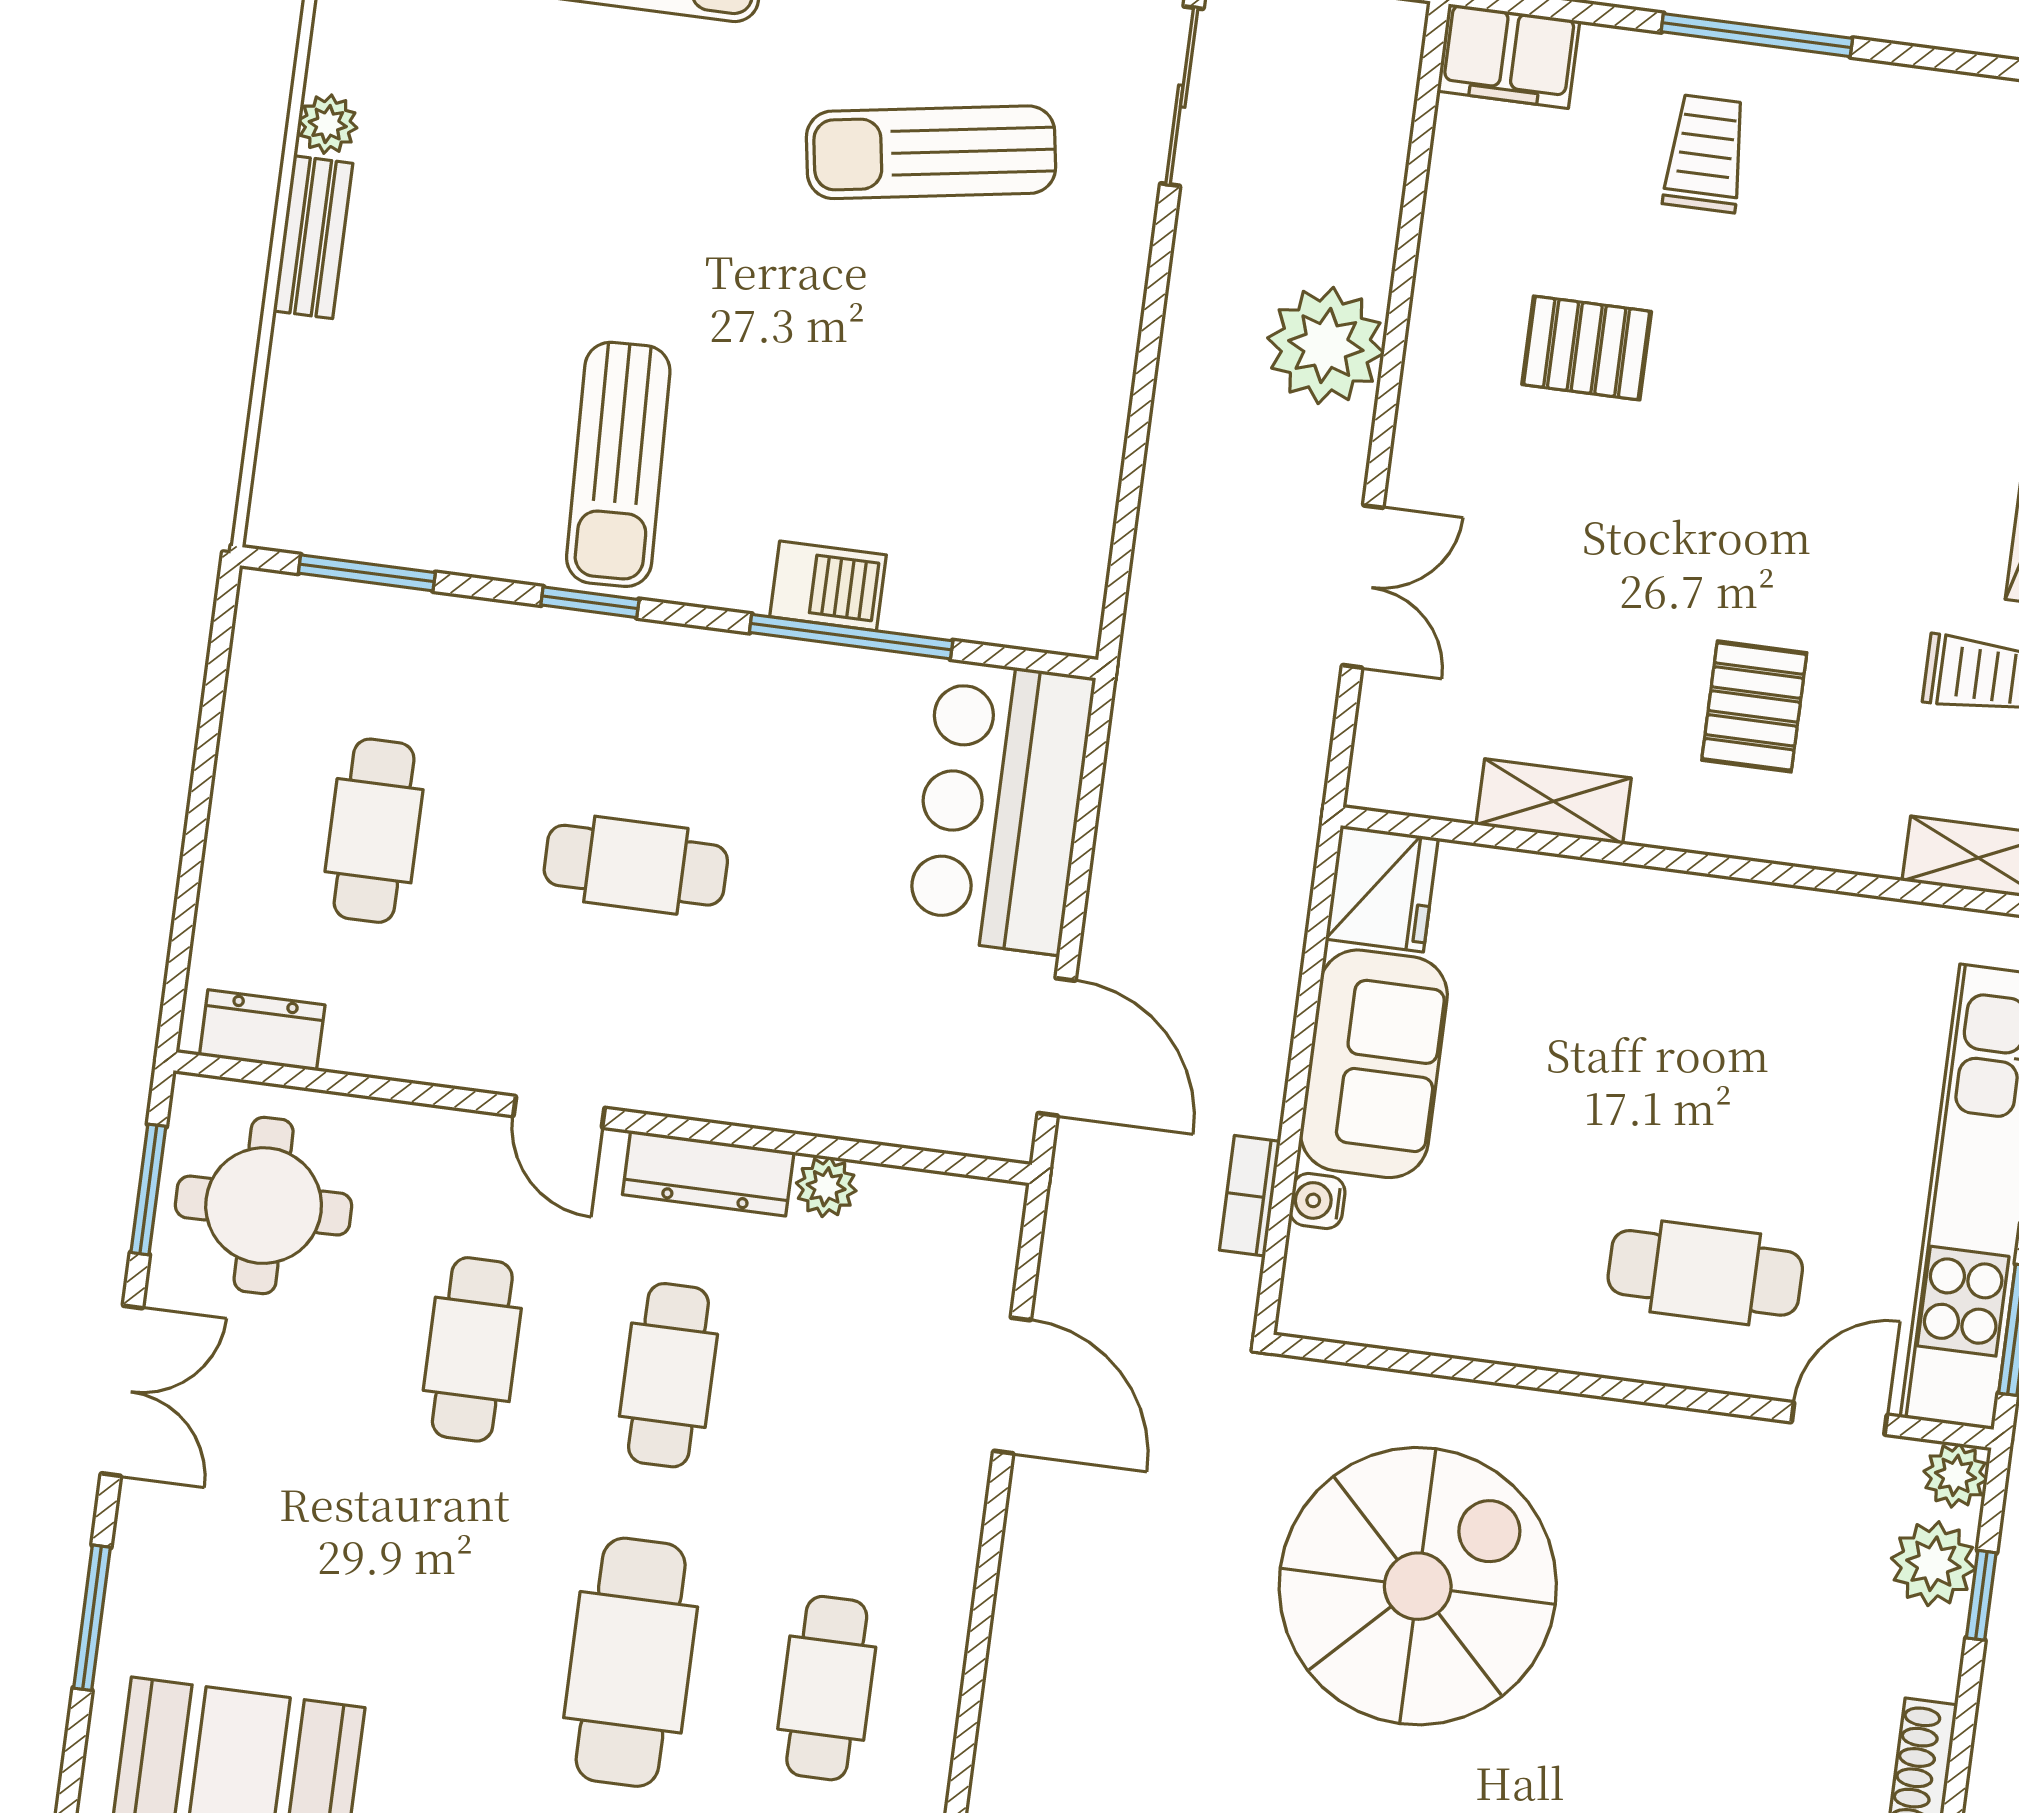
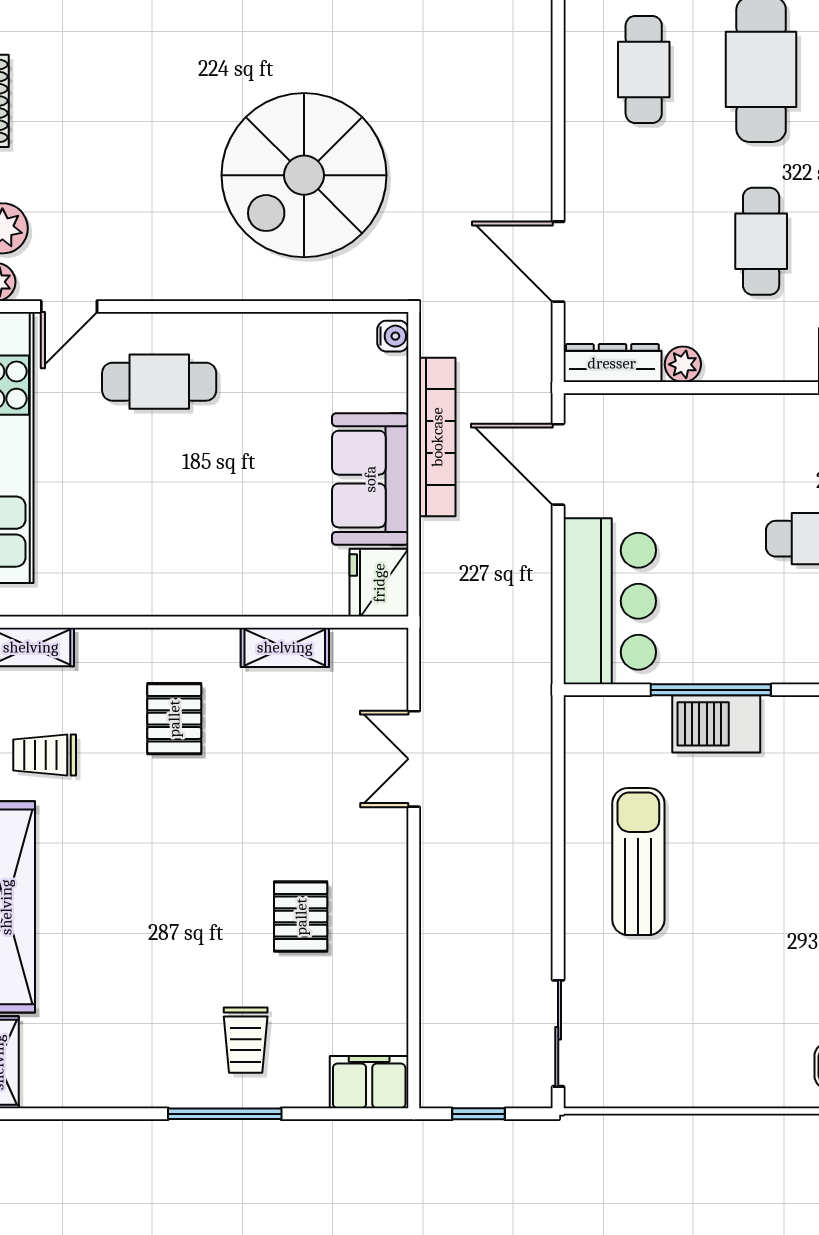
sun lounger: (931, 152) -> (638, 862), moved, turned -81
plant: (1326, 346) -> (454, 898), removed
pallet: (1587, 348) -> (301, 917), turned 90
barbecue: (828, 586) -> (716, 724), width x1.38, depth x1.27
dresser: (708, 1173) -> (612, 363), moved
bookcase: (1250, 1196) -> (437, 437), width x2.31, depth x1.31
water cooler: (1317, 1201) -> (393, 336), moved

